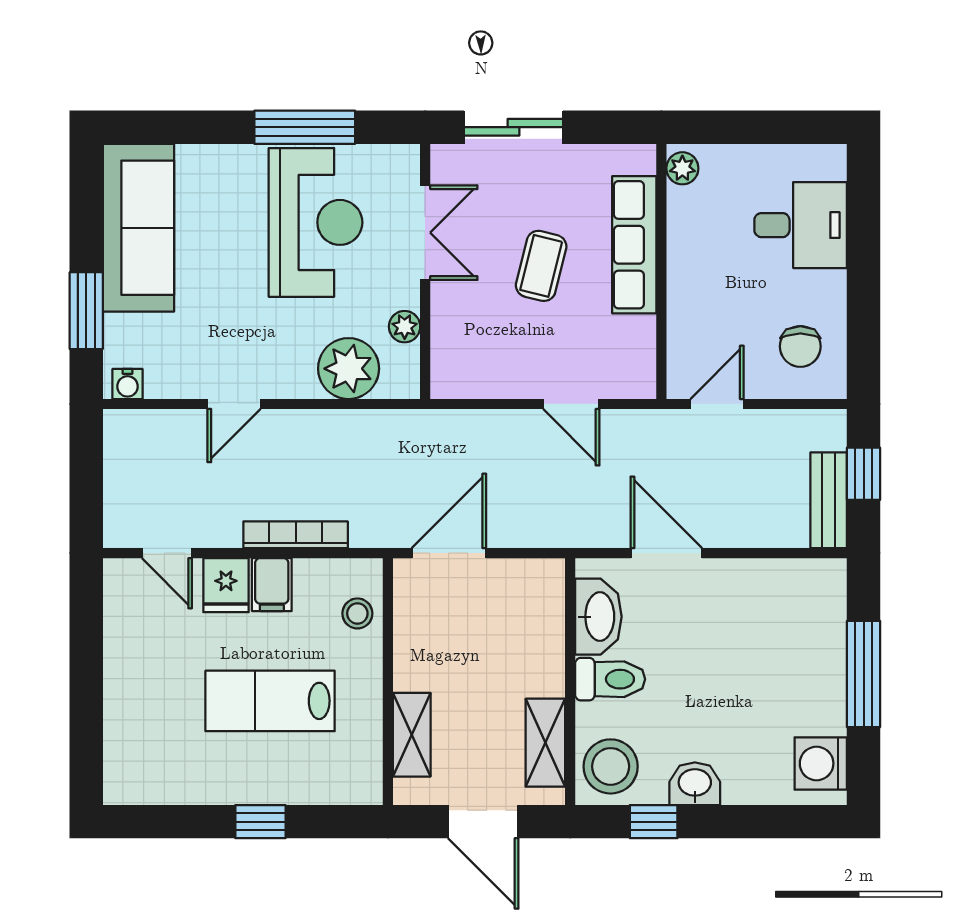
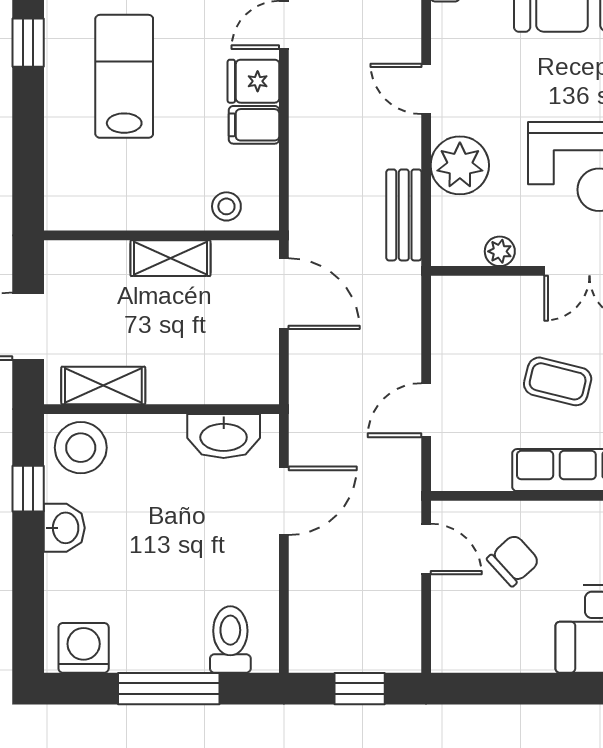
chair: (800, 346) -> (513, 560), moved, turned 138
plant: (349, 369) -> (460, 165), moved
bench: (829, 500) -> (404, 215), moved, turned 90
bookcase: (296, 535) -> (301, 147), removed
toilet: (610, 679) -> (230, 639), moved, turned 180
lab bench: (270, 701) -> (124, 76), moved
shelving: (412, 735) -> (170, 258), moved
window: (260, 822) -> (28, 43), moved

